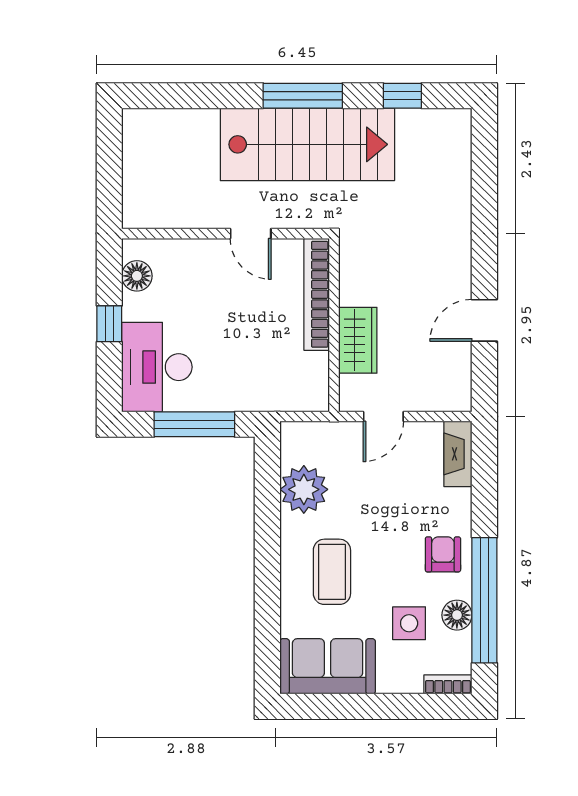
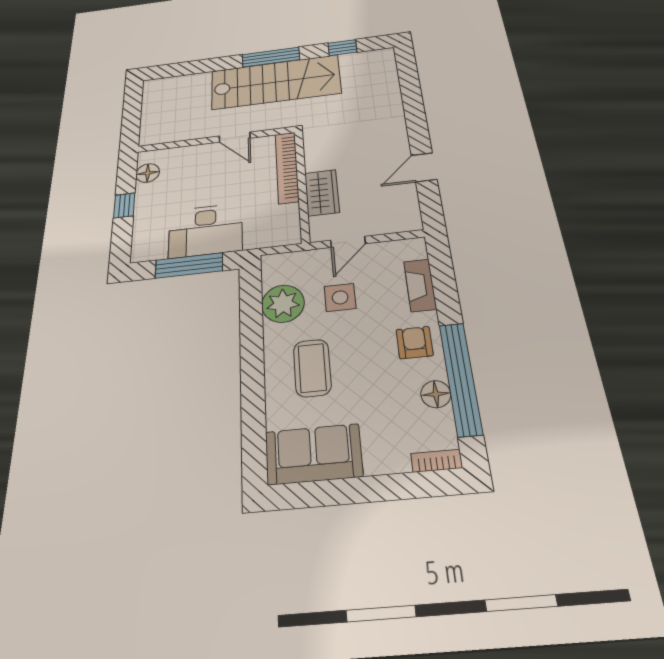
desk: (157, 367) -> (205, 231), moved, turned -90
fireplace: (458, 454) -> (420, 285), moved
side table: (409, 623) -> (340, 297), moved

